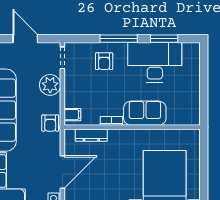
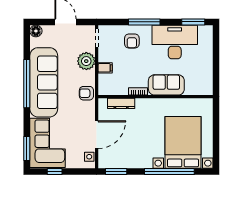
window: (164, 39) -> (193, 22), moved
filing cabinet: (72, 115) -> (105, 68), moved
armchair: (50, 123) -> (86, 93), turned 90

